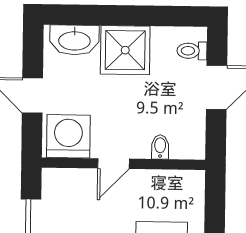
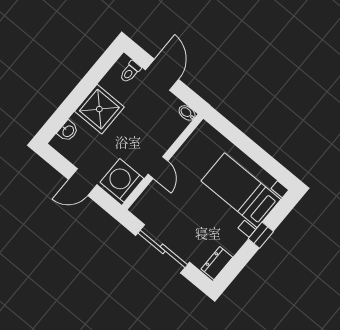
washbasin: (74, 40) -> (68, 131), width x0.52, depth x0.69
bidet: (160, 147) -> (187, 113), moved

